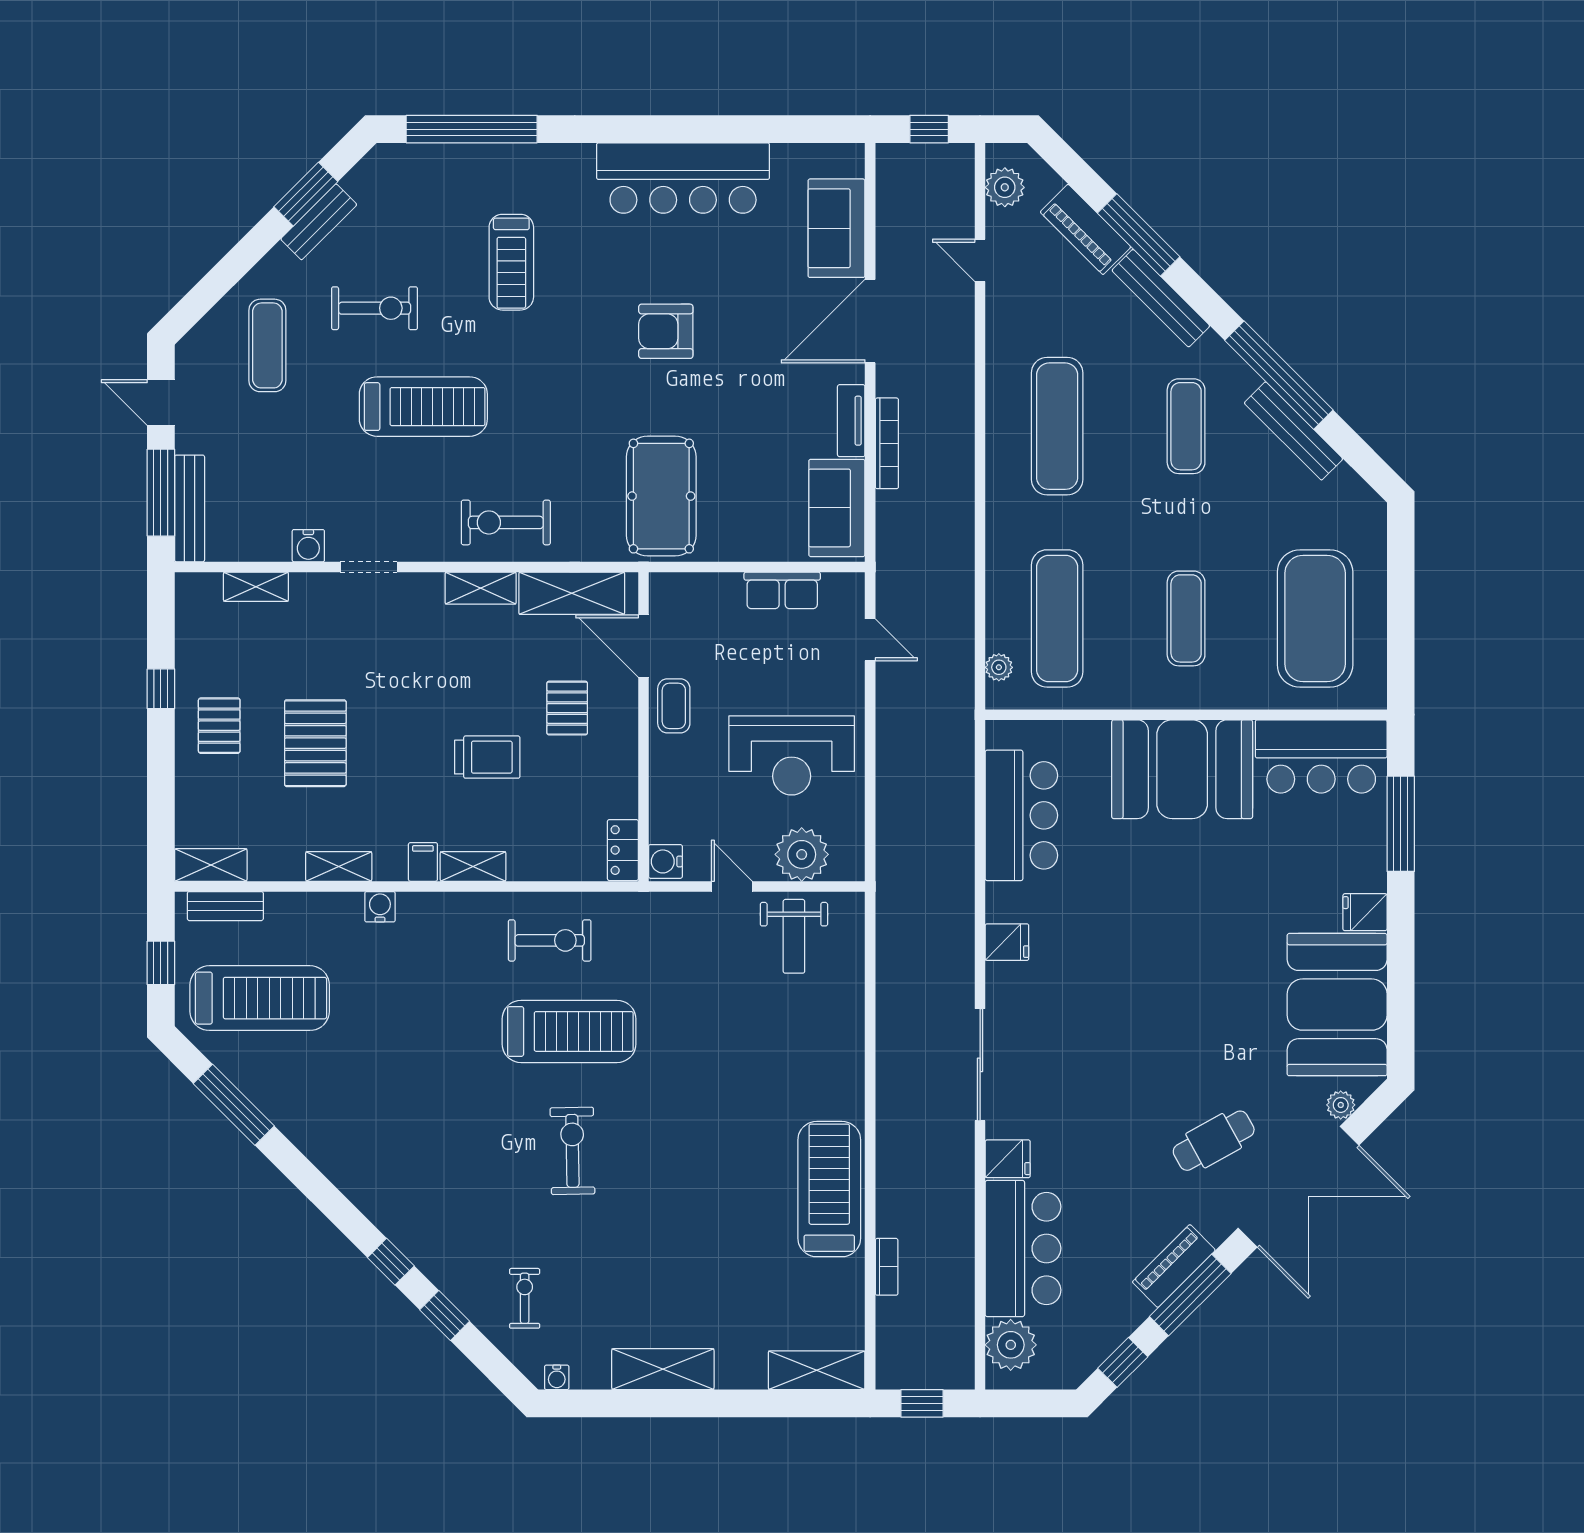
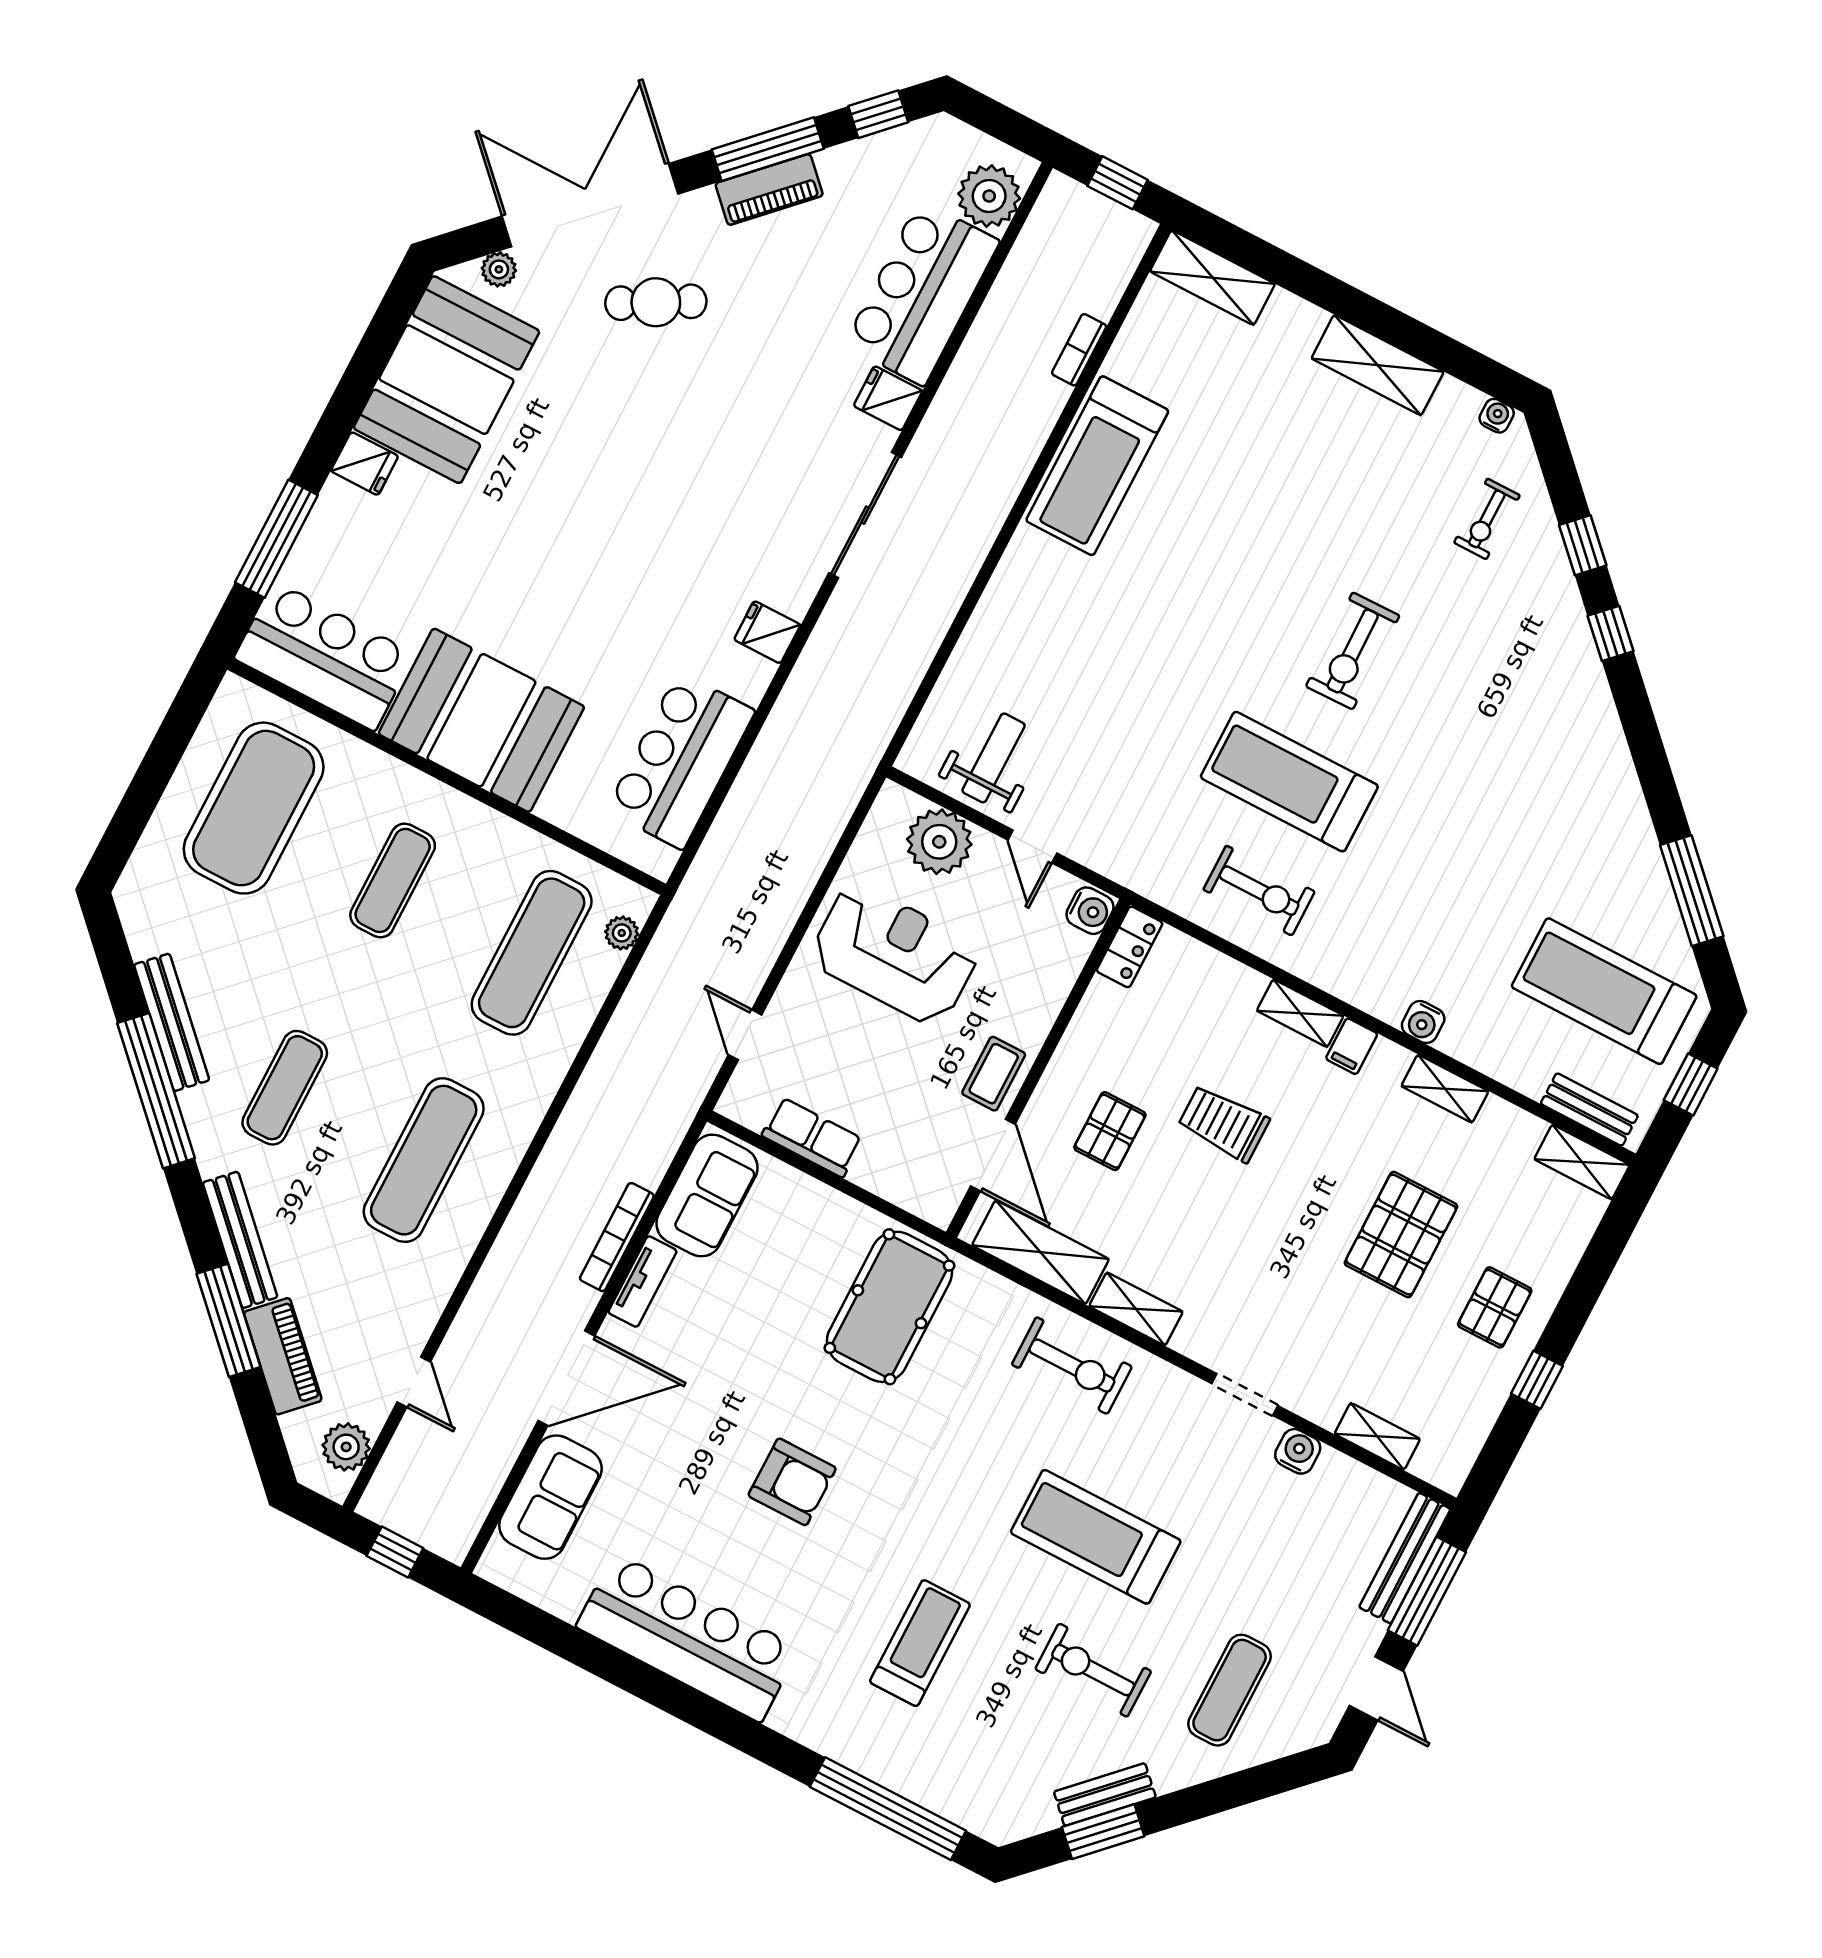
exercise bike: (550, 940) -> (1259, 891), turned 180

